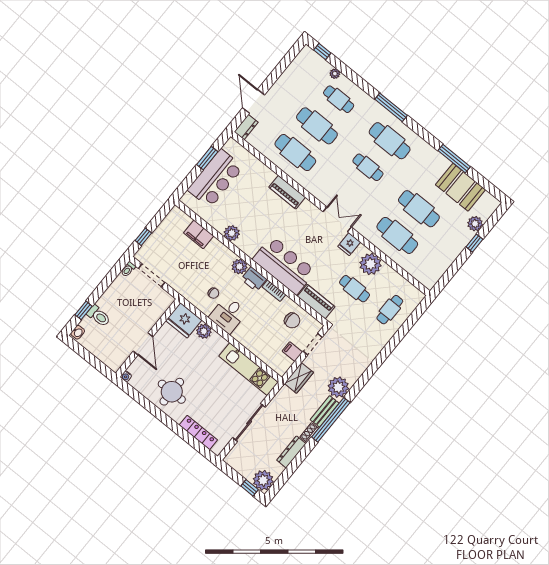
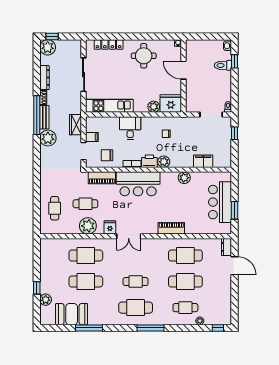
desk: (228, 315) -> (130, 128), moved

